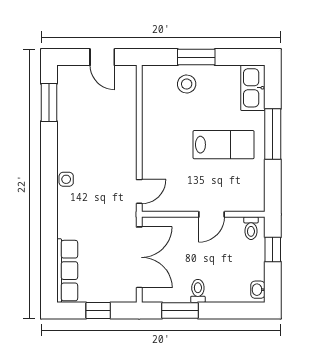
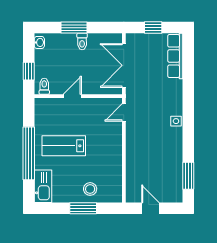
window: (273, 134) -> (29, 153), width x1.46
window: (180, 310) -> (74, 28), moved

